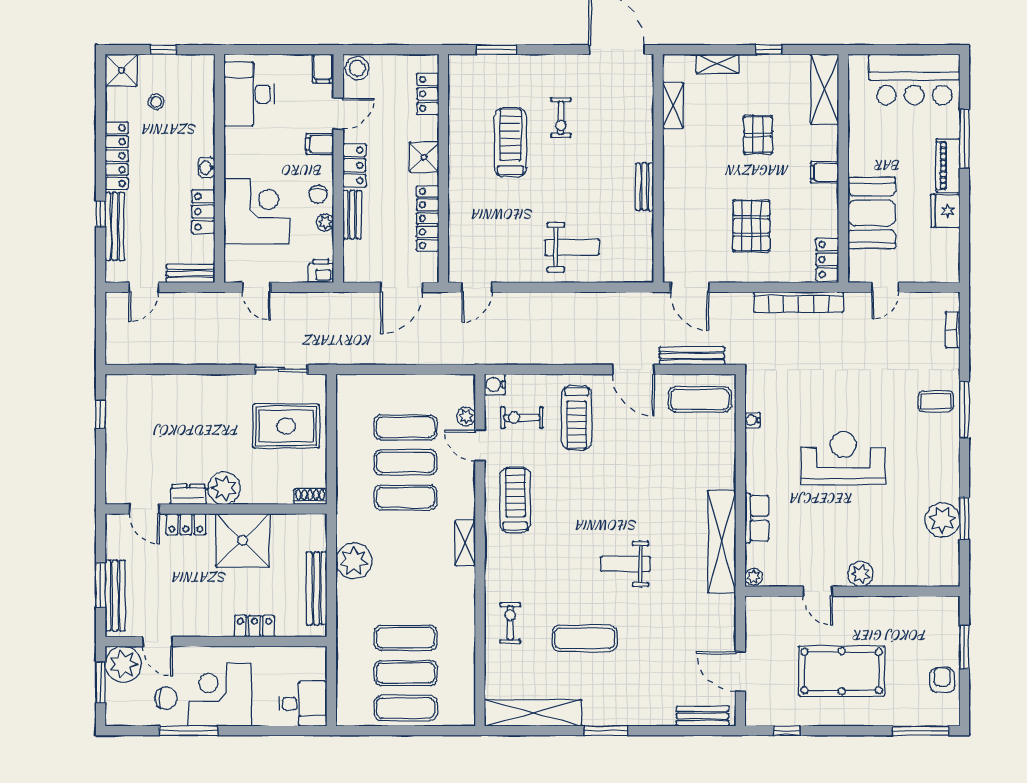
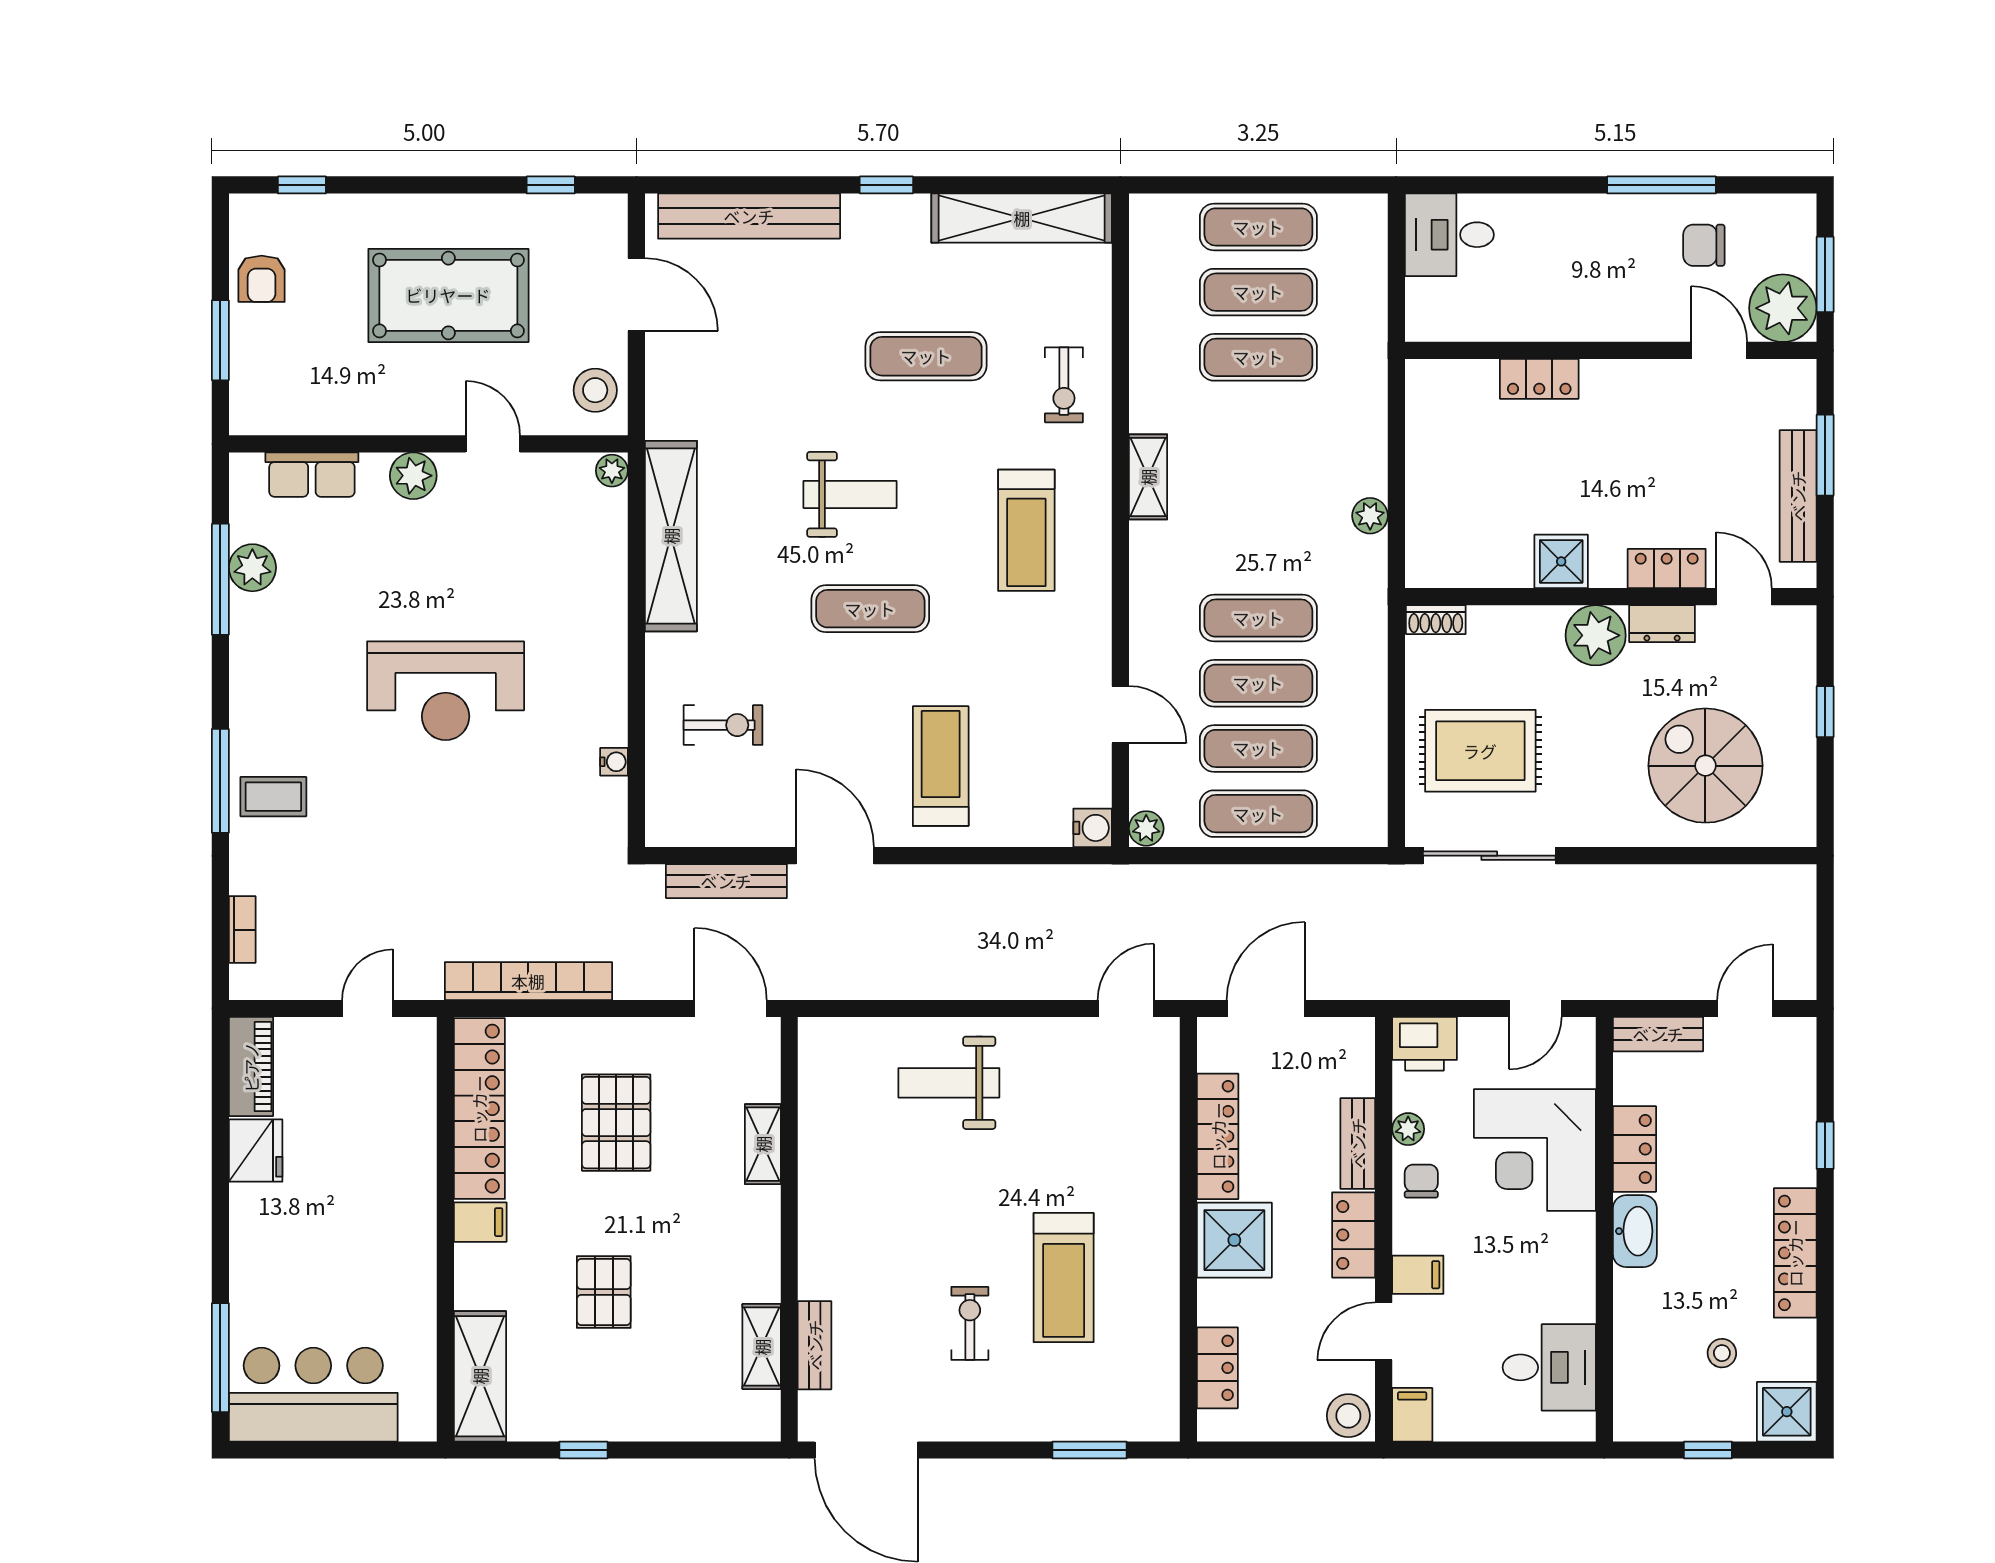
shelving: (717, 64) -> (763, 1144), moved, turned 90
desk: (249, 94) -> (1549, 1367), width x0.73
window: (964, 139) -> (220, 1358), moved
shower: (424, 157) -> (1234, 1240), width x1.36, depth x1.36
piano: (948, 166) -> (251, 1067), moved
washbasin: (207, 167) -> (1635, 1231), width x1.91, depth x1.45
bench: (645, 187) -> (815, 1345), moved
booth: (872, 213) -> (393, 1147), removed
bench: (115, 226) -> (1799, 1121), removed
locker: (827, 260) -> (479, 1109), width x2.16, depth x1.21
printer: (321, 271) -> (1425, 1044), width x1.36, depth x1.24
door: (257, 287) -> (1535, 1008), swing flipped
sliding door: (281, 370) -> (1489, 856), width x1.37
exercise mat: (406, 392) -> (1258, 814), added
exercise mat: (700, 399) -> (870, 609), moved
window: (101, 414) -> (1825, 712), moved
plant: (466, 417) -> (1146, 828), moved
spiral stairs: (165, 418) -> (1705, 766), added
exercise bike: (522, 418) -> (723, 725), moved
treadmill: (515, 500) -> (1026, 530), moved
row of seats: (757, 518) -> (312, 475), moved, turned -90
window: (964, 518) -> (220, 579), width x1.44
plant: (942, 520) -> (252, 568), width x0.73, depth x0.73
shower: (243, 540) -> (1561, 561), width x0.54, depth x0.54
shelving: (465, 543) -> (1148, 477), moved
plant: (354, 561) -> (1370, 516), width x0.53, depth x0.53
bench: (317, 588) -> (1424, 449), removed
bench: (115, 596) -> (1798, 496), moved
stool: (763, 620) -> (595, 390), added
corner desk: (220, 694) -> (1604, 252), removed
bench: (702, 716) -> (749, 216), width x1.86, depth x1.21
window: (606, 731) -> (886, 185), width x0.67
window: (920, 731) -> (302, 185), width x0.46

